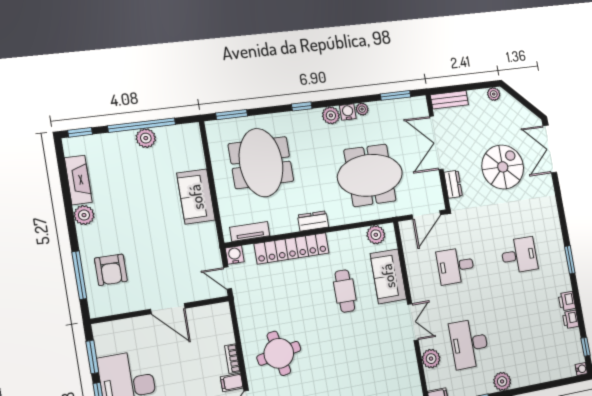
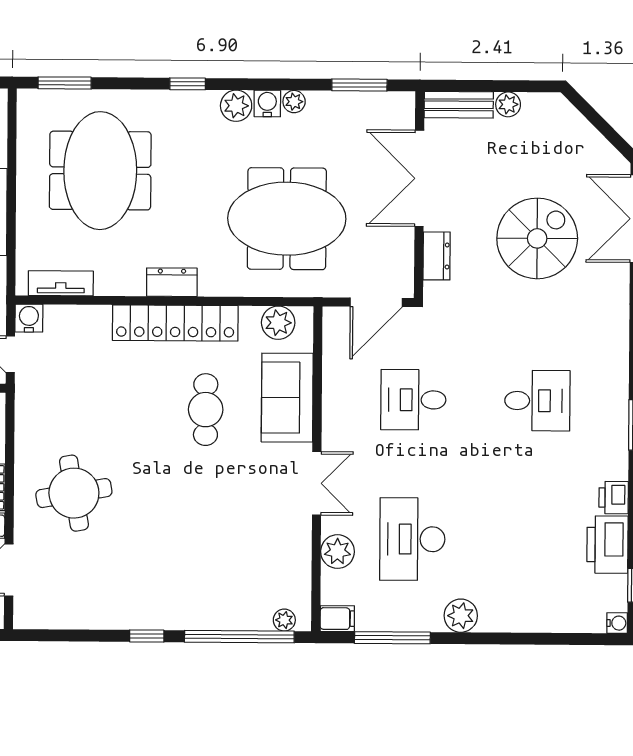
plant: (494, 94) -> (508, 104), moved
locker: (292, 248) -> (175, 323), moved
printer: (571, 319) -> (607, 545), width x1.87, depth x1.48

